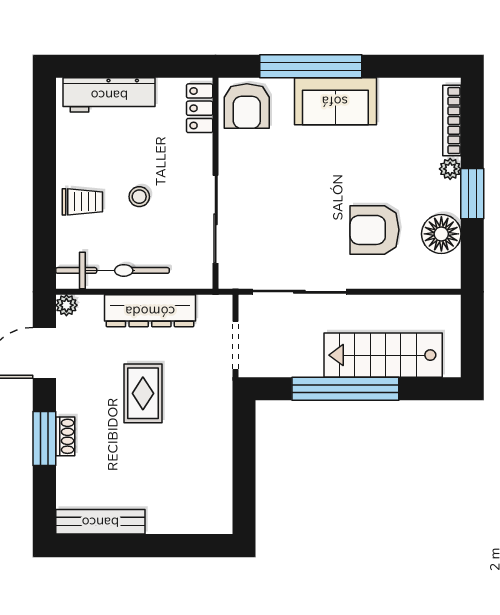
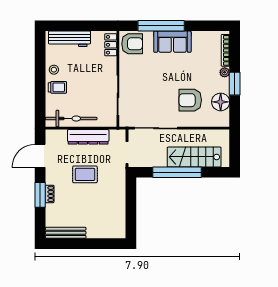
armchair: (247, 106) -> (132, 44), turned -90
stool: (139, 197) -> (54, 70), moved
plant: (66, 305) -> (50, 134), removed
rug: (143, 393) -> (85, 174), turned 90

